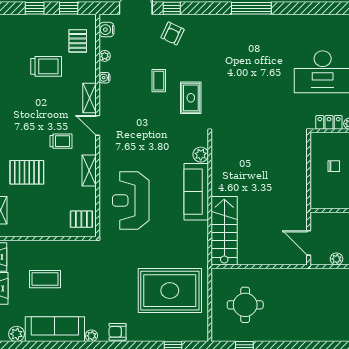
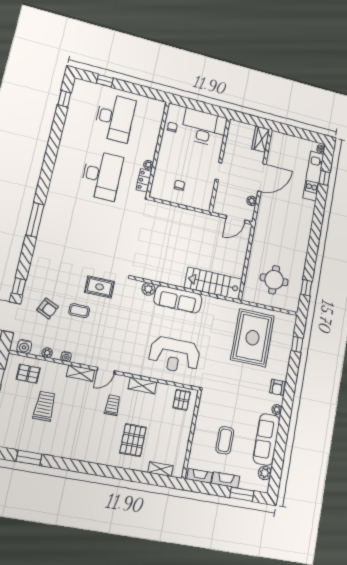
armchair: (172, 33) -> (48, 309), moved

